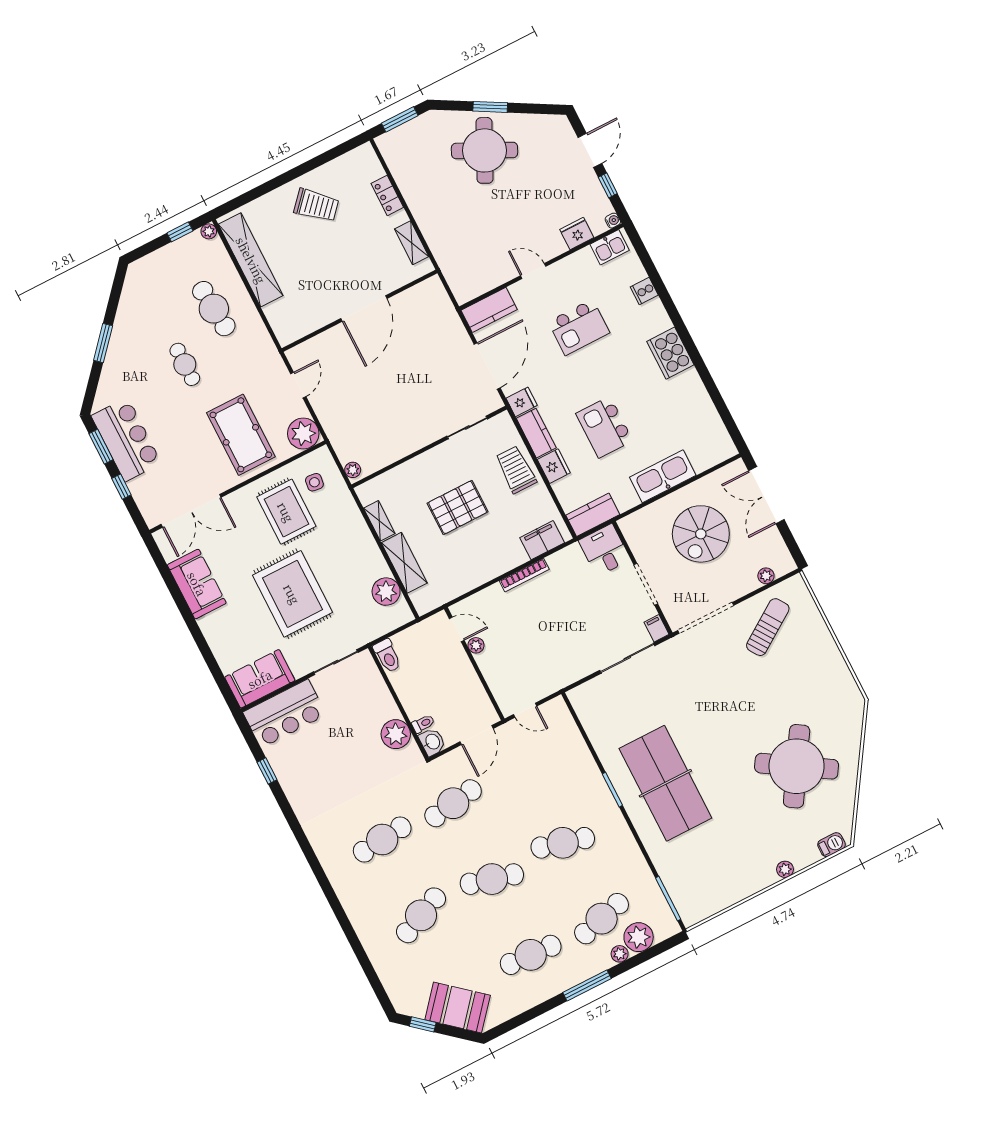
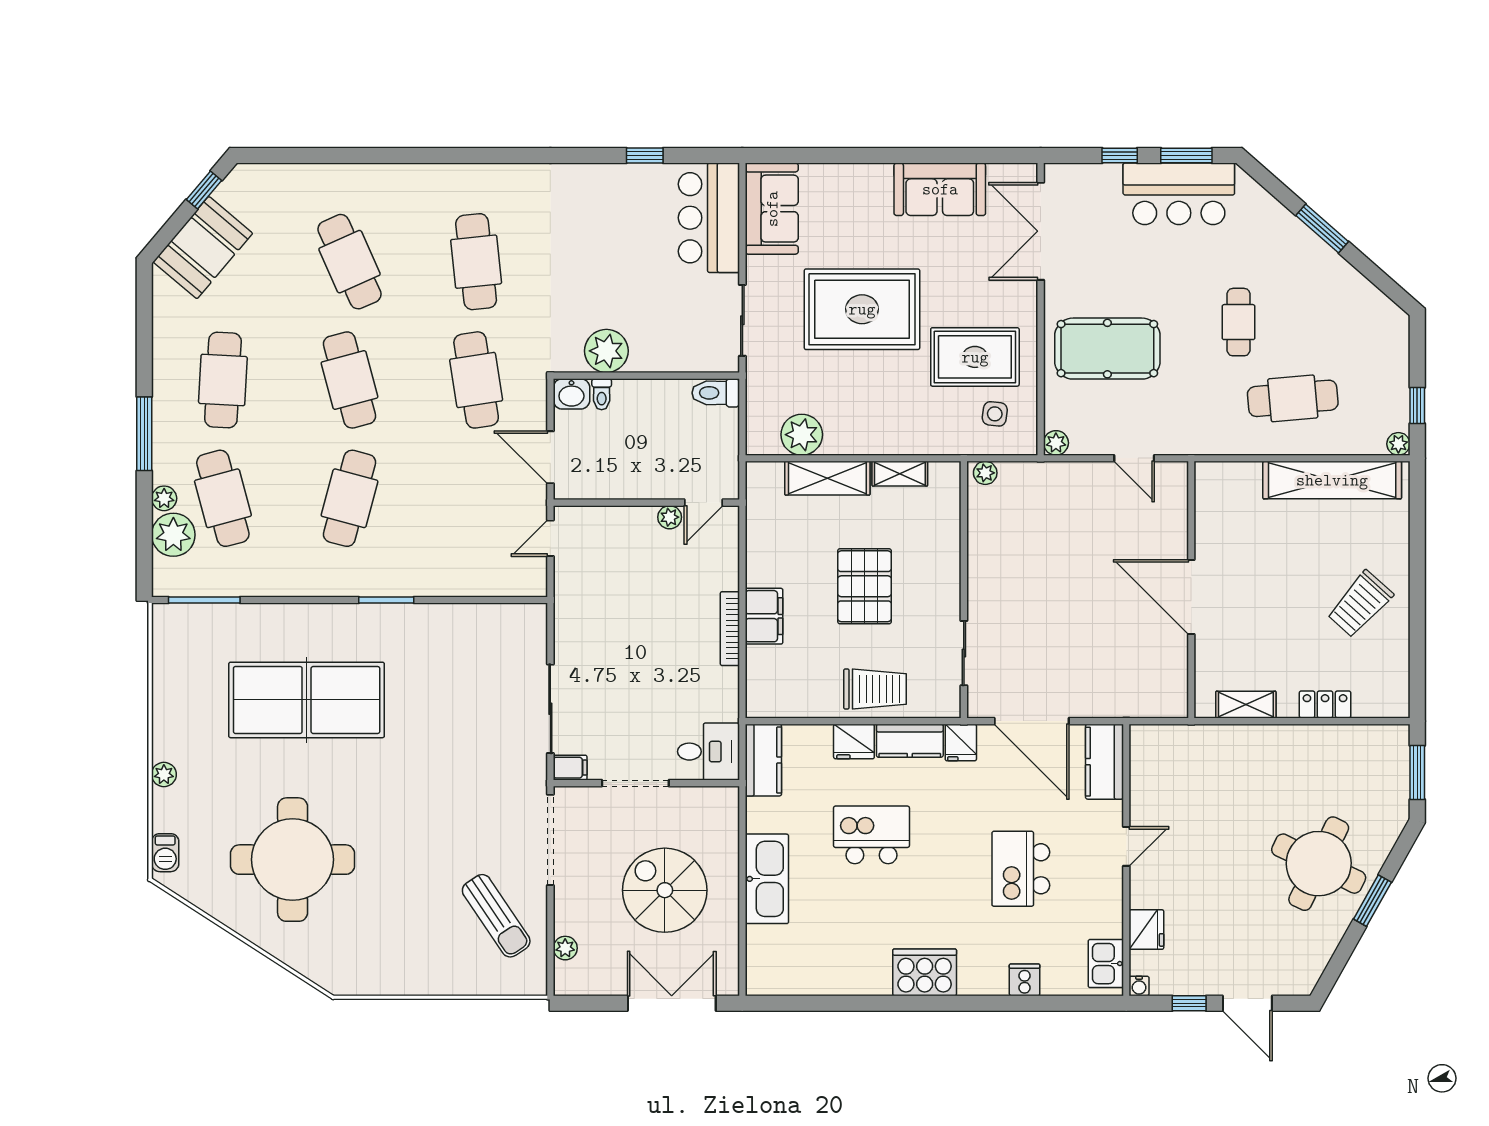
cafe table: (185, 364) -> (1238, 322), turned 90
plant: (303, 434) -> (1056, 443), width x0.53, depth x0.53
filing cabinet: (542, 540) -> (764, 616), moved
round table: (797, 766) -> (293, 860), turned -32
table tennis table: (665, 783) -> (307, 700), moved
cafe table: (492, 879) -> (350, 380), turned -30

